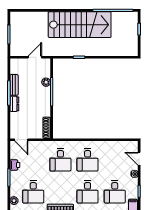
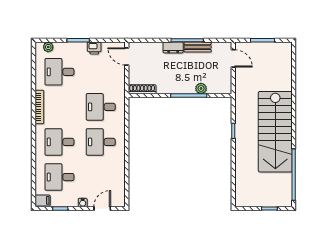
door: (35, 57) -> (233, 58), moved
door: (21, 140) -> (127, 56), hinge flipped

